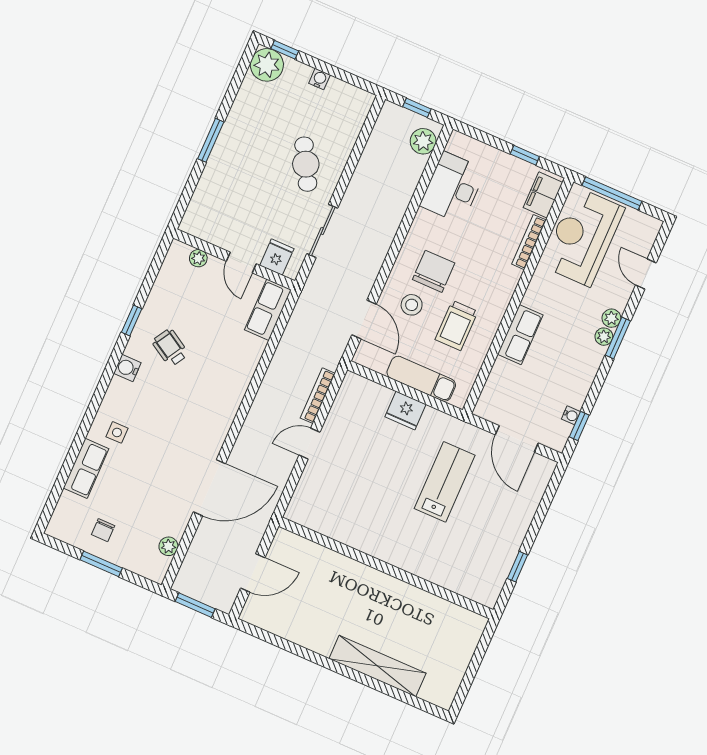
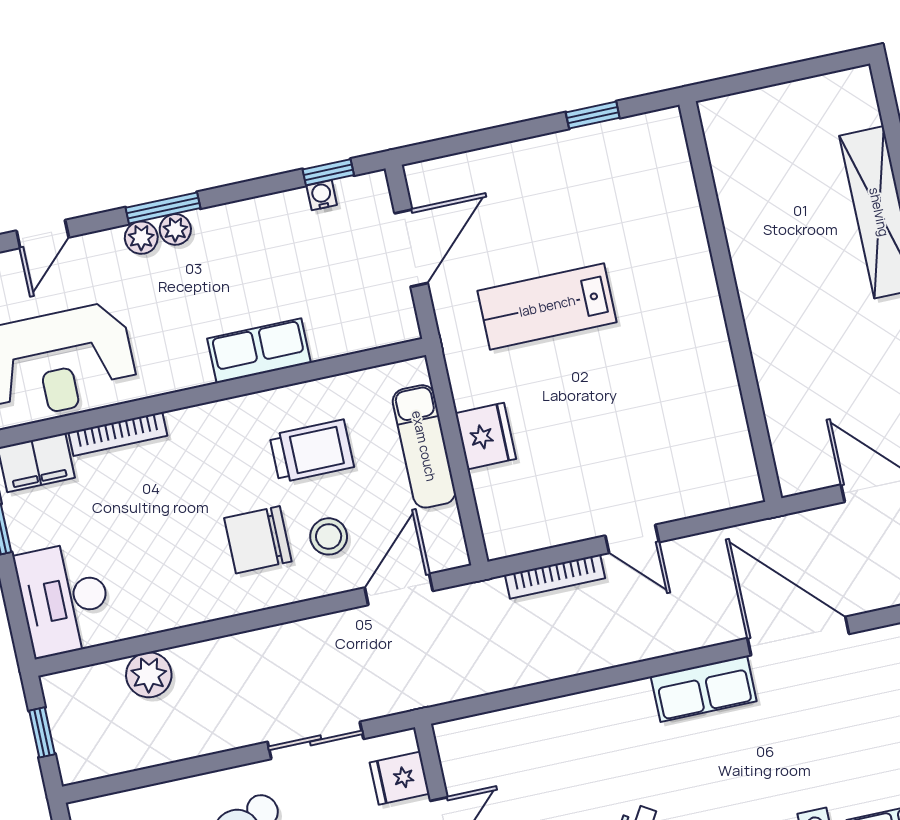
plant: (423, 141) -> (149, 675), moved
desk: (453, 188) -> (64, 599), moved, turned 90
row of seats: (268, 310) -> (704, 689), moved

